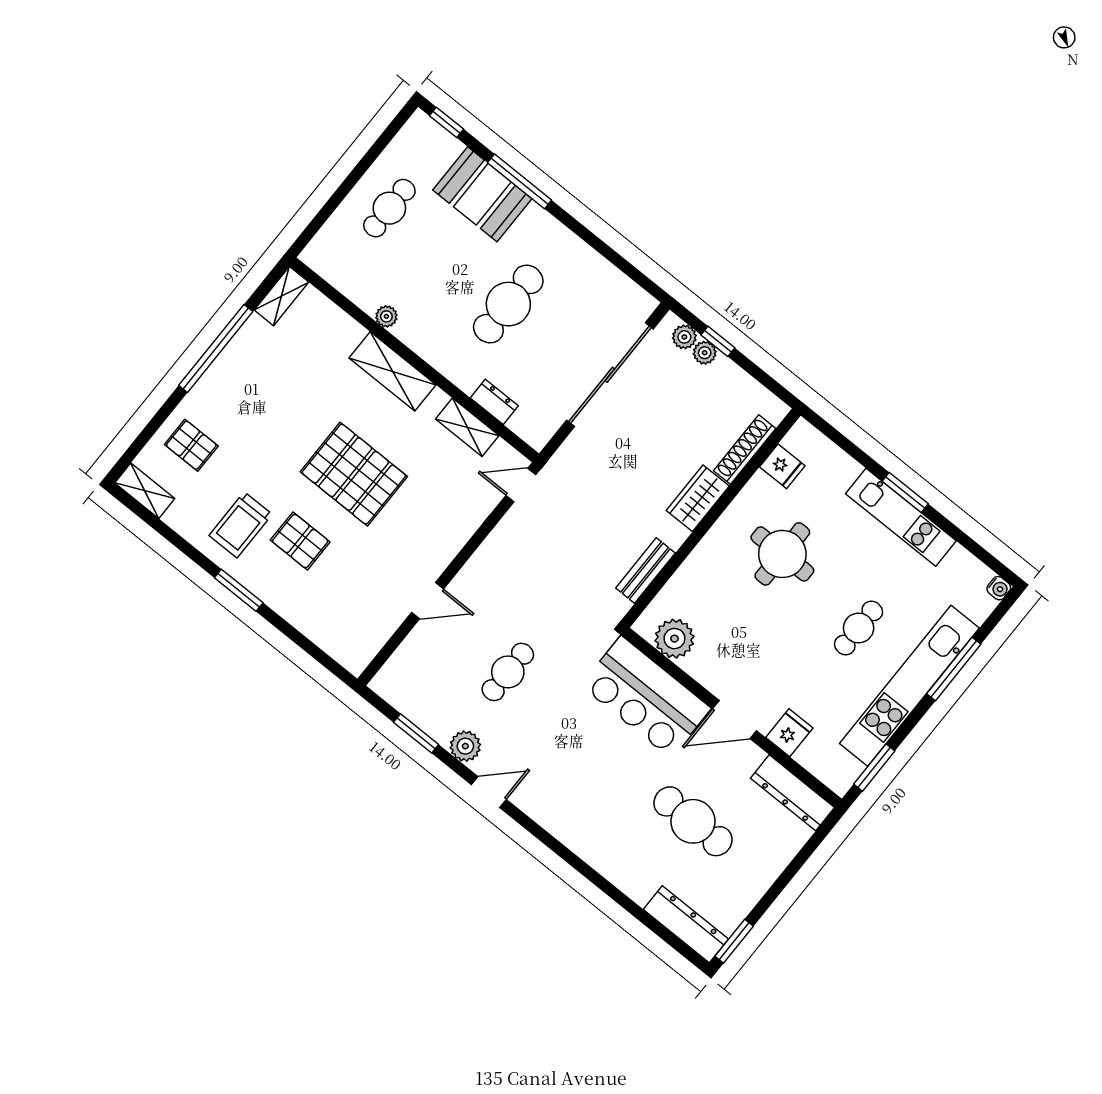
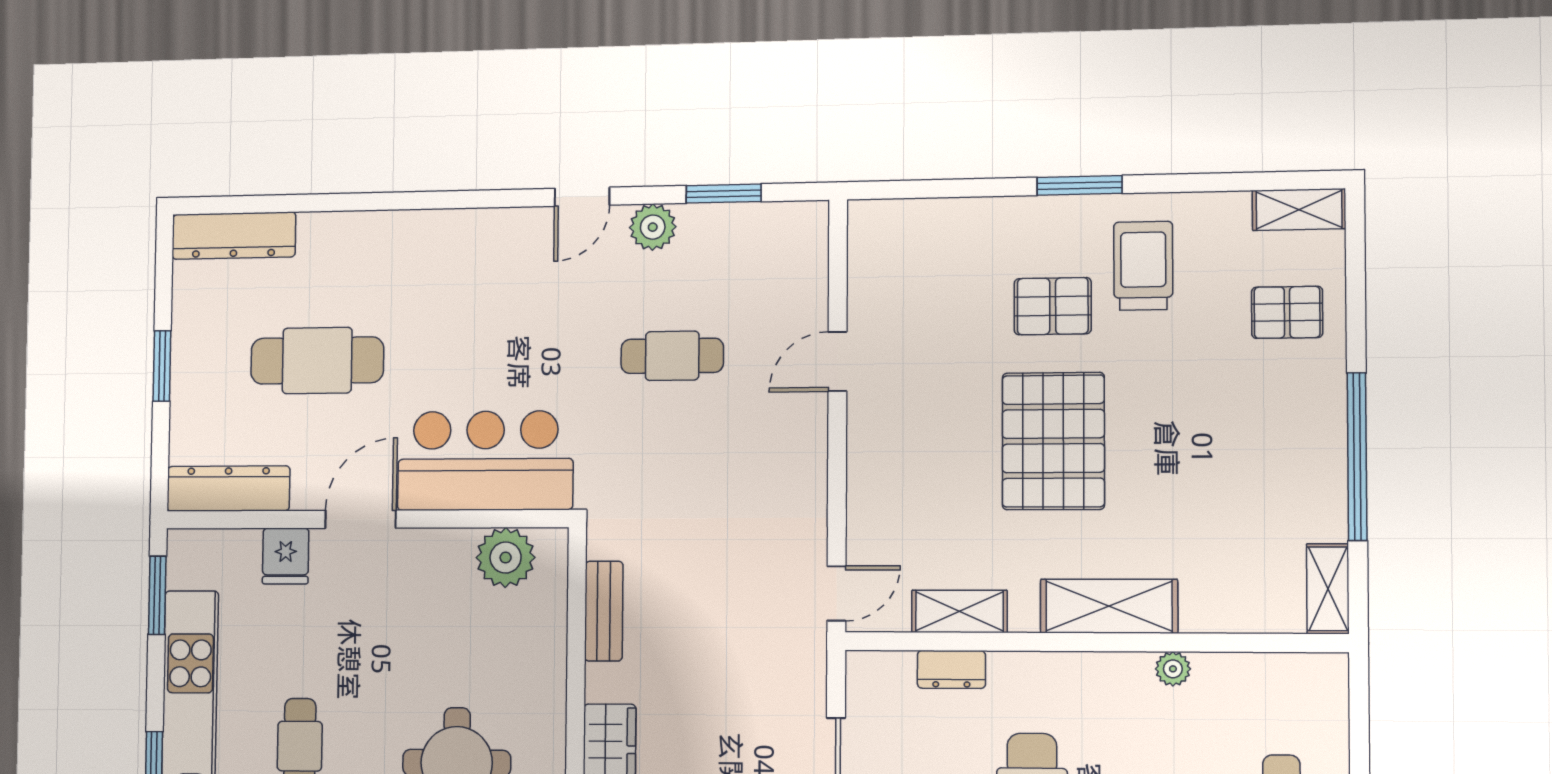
pallet: (354, 474) -> (1053, 441), turned 90
cafe table: (508, 672) -> (672, 356), turned 90
window: (734, 941) -> (162, 366), moved

